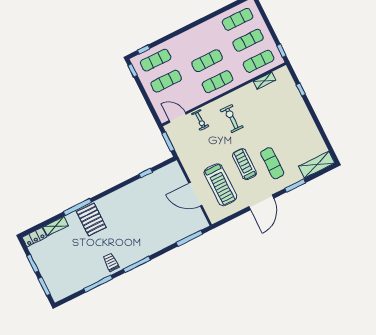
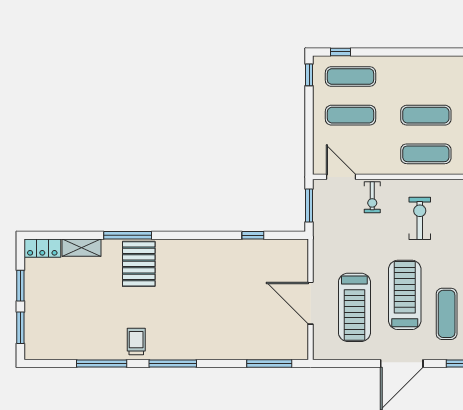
treadmill: (244, 164) -> (405, 295), width x1.37, depth x1.38

